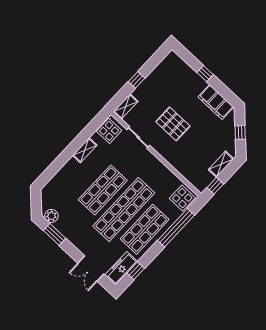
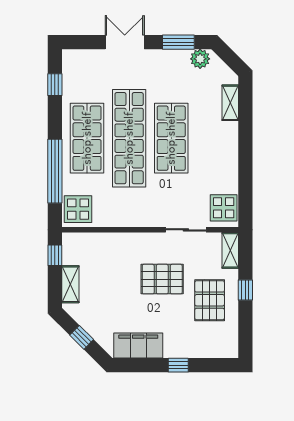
pallet: (159, 91) -> (210, 300), added
shelving: (85, 150) -> (230, 103), moved
freezer: (121, 268) -> (73, 73), removed
double door: (91, 269) -> (125, 42), moved

